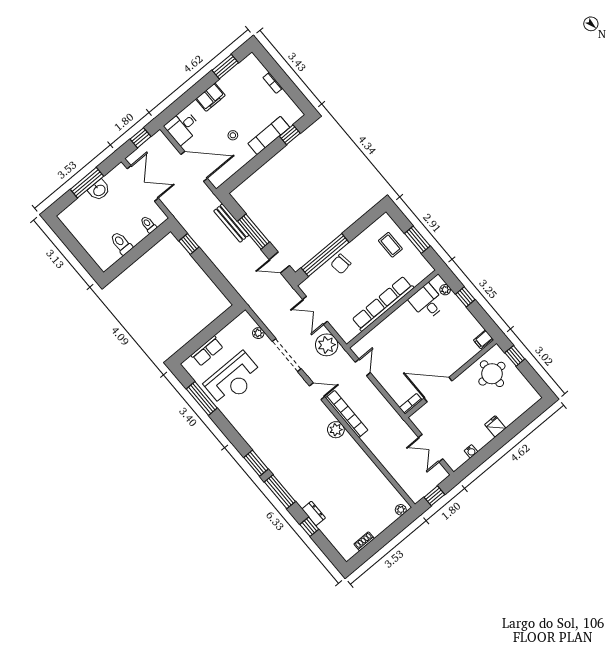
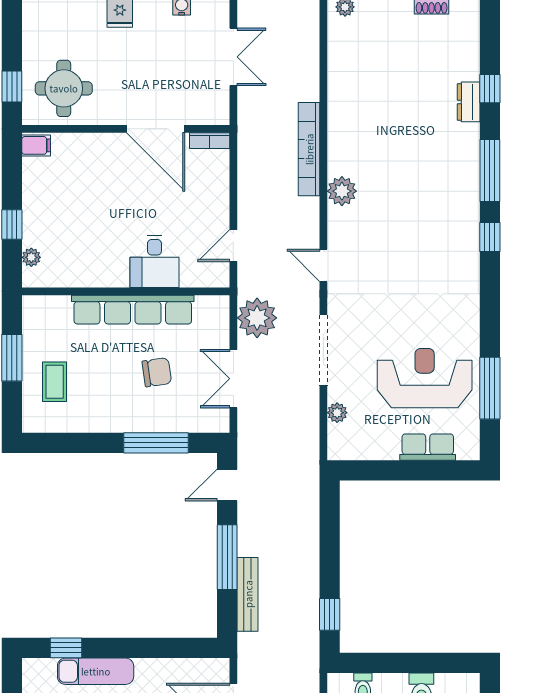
window: (325, 255) -> (156, 443), width x0.68
door: (279, 263) -> (227, 485), swing flipped
chair: (341, 264) -> (157, 372), moved
desk: (427, 302) -> (154, 261), moved
double door: (315, 310) -> (233, 379), swing flipped
bookcase: (347, 414) -> (309, 149), moved
window: (256, 463) -> (490, 237), width x0.67

